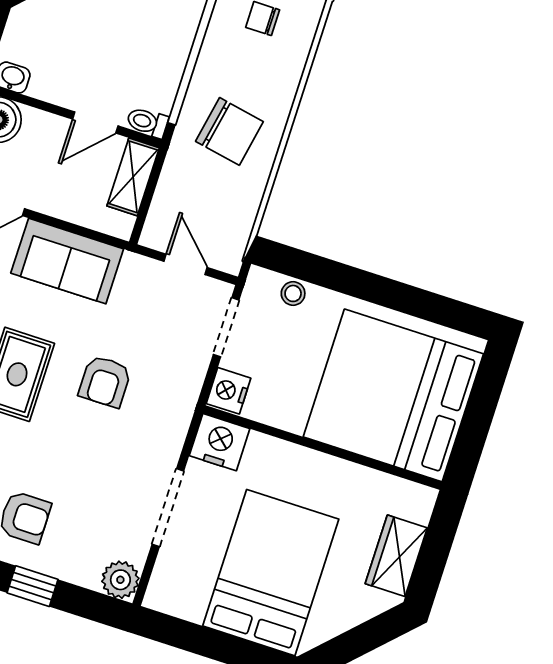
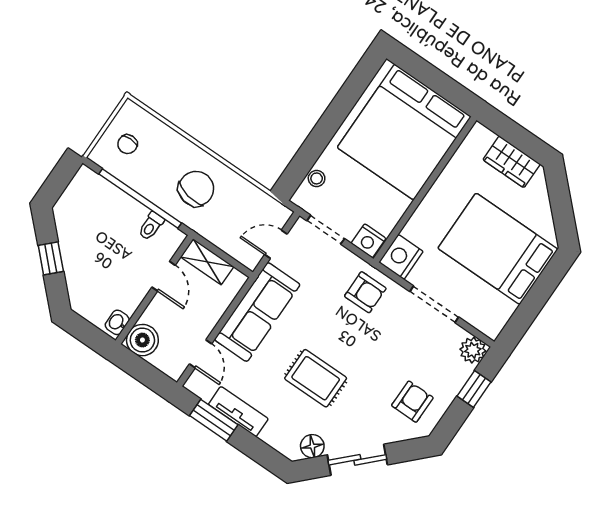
toilet: (147, 122) -> (151, 226), moved
sofa: (67, 261) -> (257, 312), width x1.36
armchair: (105, 381) -> (365, 292), moved
window: (33, 586) -> (474, 389), moved

